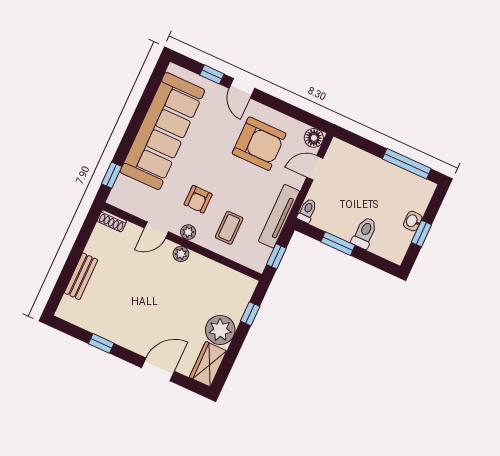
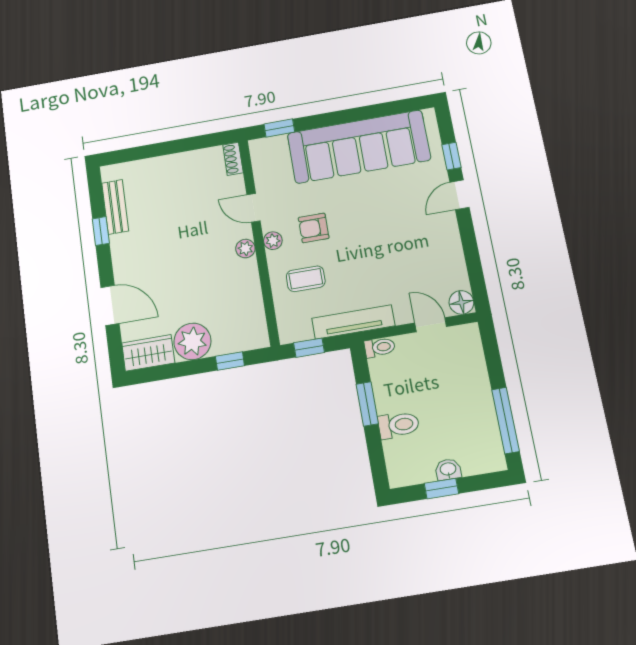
armchair: (259, 144) -> (415, 250), removed
bench: (81, 276) -> (115, 207), moved, turned 90

